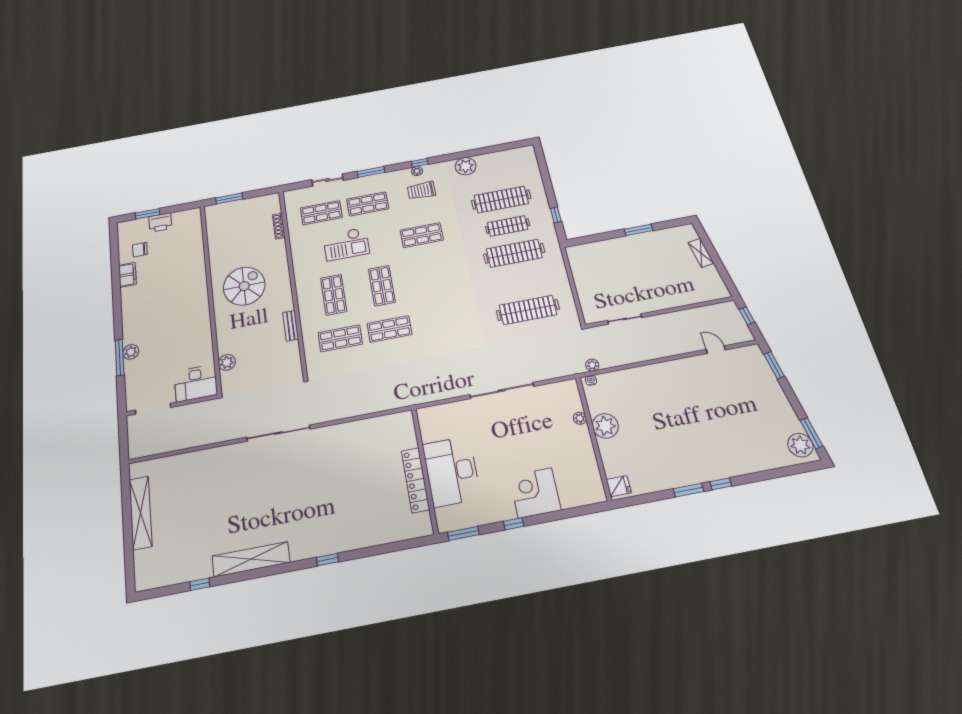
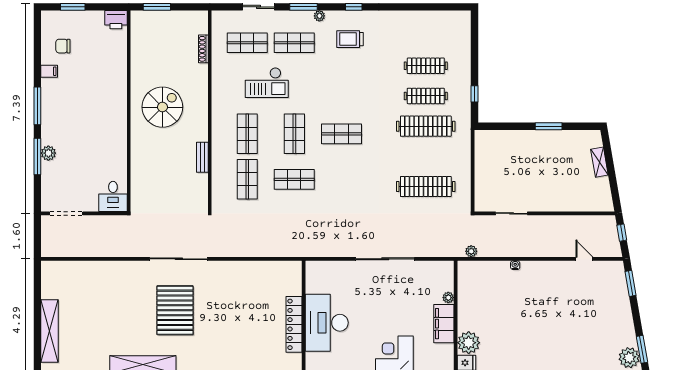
plant: (466, 166) -> (399, 21), removed
plant: (417, 171) -> (319, 16), moved
clothes rail: (501, 199) -> (426, 66), width x0.73, depth x0.76
printer: (160, 223) -> (116, 20), moved
shop shelf: (422, 235) -> (341, 134), moved
filing cabinet: (127, 275) -> (49, 71), width x0.50
window: (117, 309) -> (37, 106), added
shop shelf: (340, 338) -> (247, 179), turned 90
plant: (227, 362) -> (138, 182), removed
water cooler: (591, 380) -> (515, 265), moved
desk: (196, 383) -> (113, 196), width x0.73
plant: (605, 426) -> (469, 343), moved
filing cabinet: (582, 447) -> (444, 324), added
pallet: (281, 490) -> (175, 310), added
shelving: (141, 513) -> (50, 331), moved

